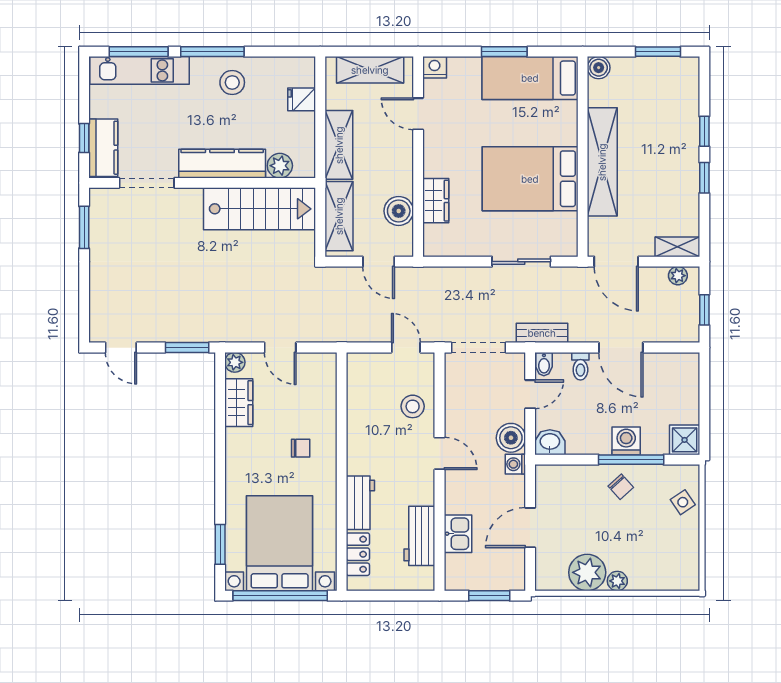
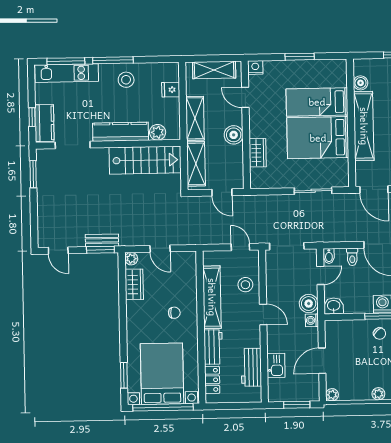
boiler: (599, 68) -> (361, 83), moved
bed: (530, 78) -> (317, 102), moved
boiler: (399, 211) -> (234, 135), moved
bench: (542, 333) -> (102, 240), moved
shelving: (360, 425) -> (212, 297), added
plant: (587, 572) -> (332, 395), moved, width x0.53, depth x0.53

